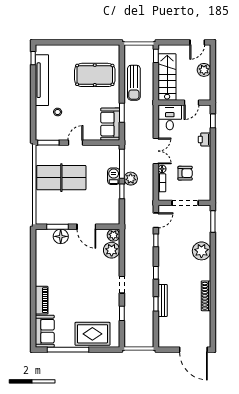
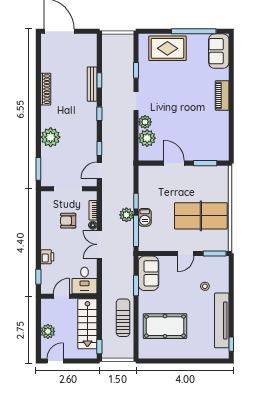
plant: (113, 235) -> (145, 122), moved
floor lamp: (61, 236) -> (202, 153), removed
piano: (42, 300) -> (222, 96), moved

